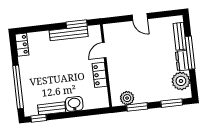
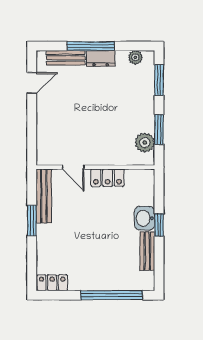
door: (140, 17) -> (32, 83), moved
window: (77, 24) -> (32, 220), moved
bench: (69, 33) -> (44, 196), moved
plant: (181, 81) -> (135, 57), width x0.53, depth x0.53
window: (39, 118) -> (159, 225), moved

